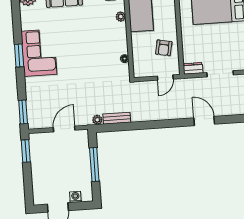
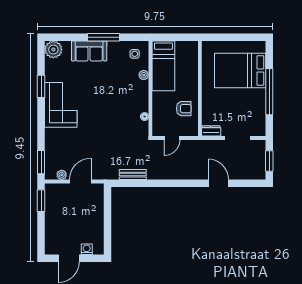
armchair: (164, 48) -> (184, 109), turned -101
window: (19, 55) -> (41, 86), moved
door: (165, 78) -> (172, 138), moved
plant: (97, 120) -> (62, 175), moved
window: (94, 165) -> (107, 219), removed

